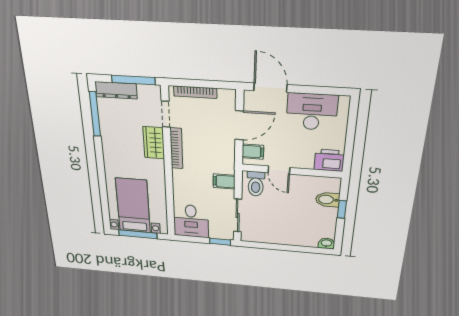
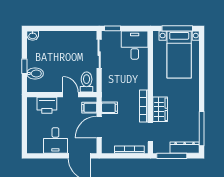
desk: (312, 112) -> (55, 140), width x0.73
printer: (329, 160) -> (47, 105), moved
filing cabinet: (224, 181) -> (110, 108), moved

